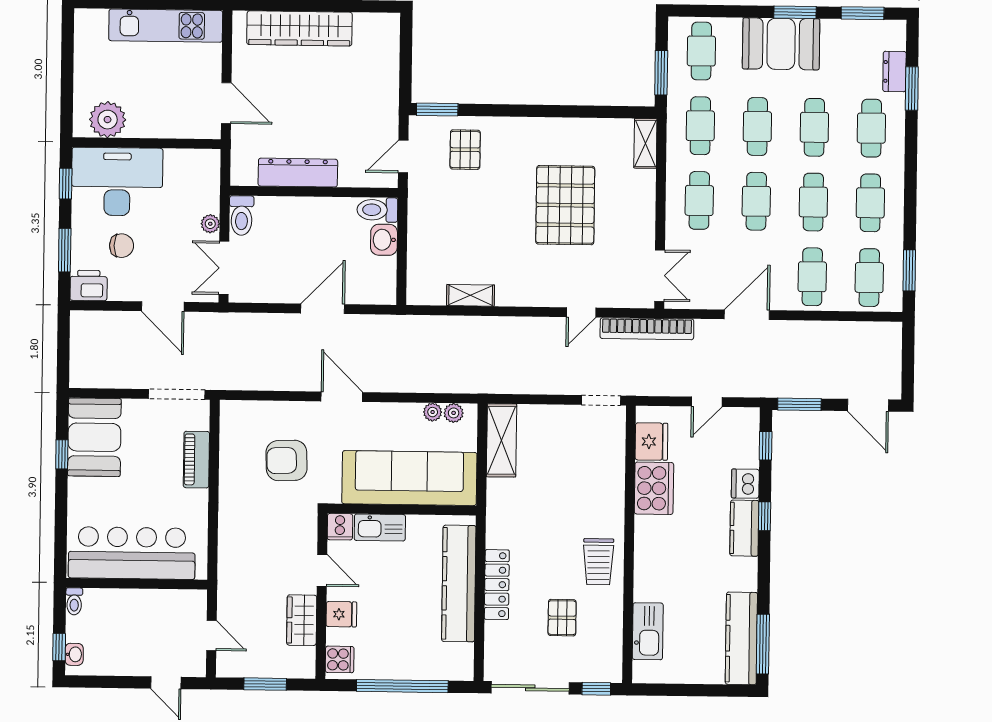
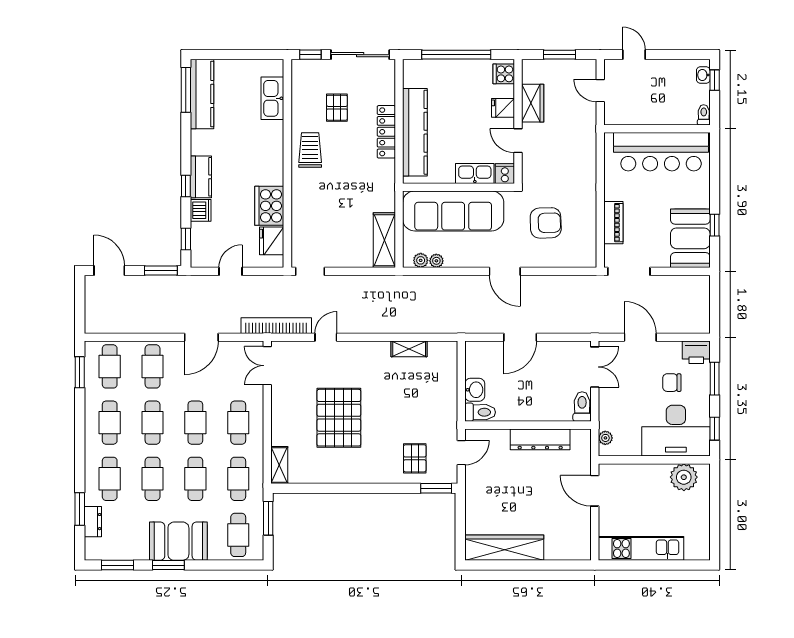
wardrobe: (299, 28) -> (504, 548), moved
plant: (210, 224) -> (605, 438), moved

